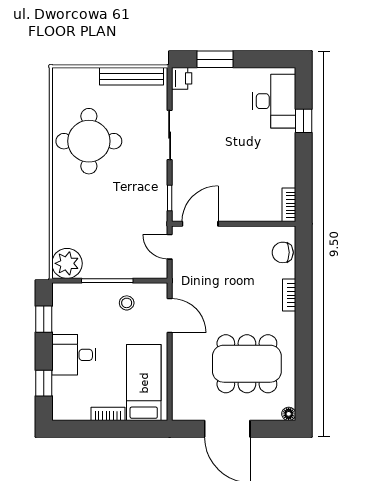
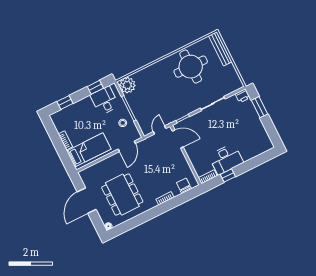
bench: (131, 76) -> (220, 49), moved
desk: (274, 101) -> (226, 159), moved
window: (304, 121) -> (228, 176), moved
desk: (74, 355) -> (105, 101), moved

